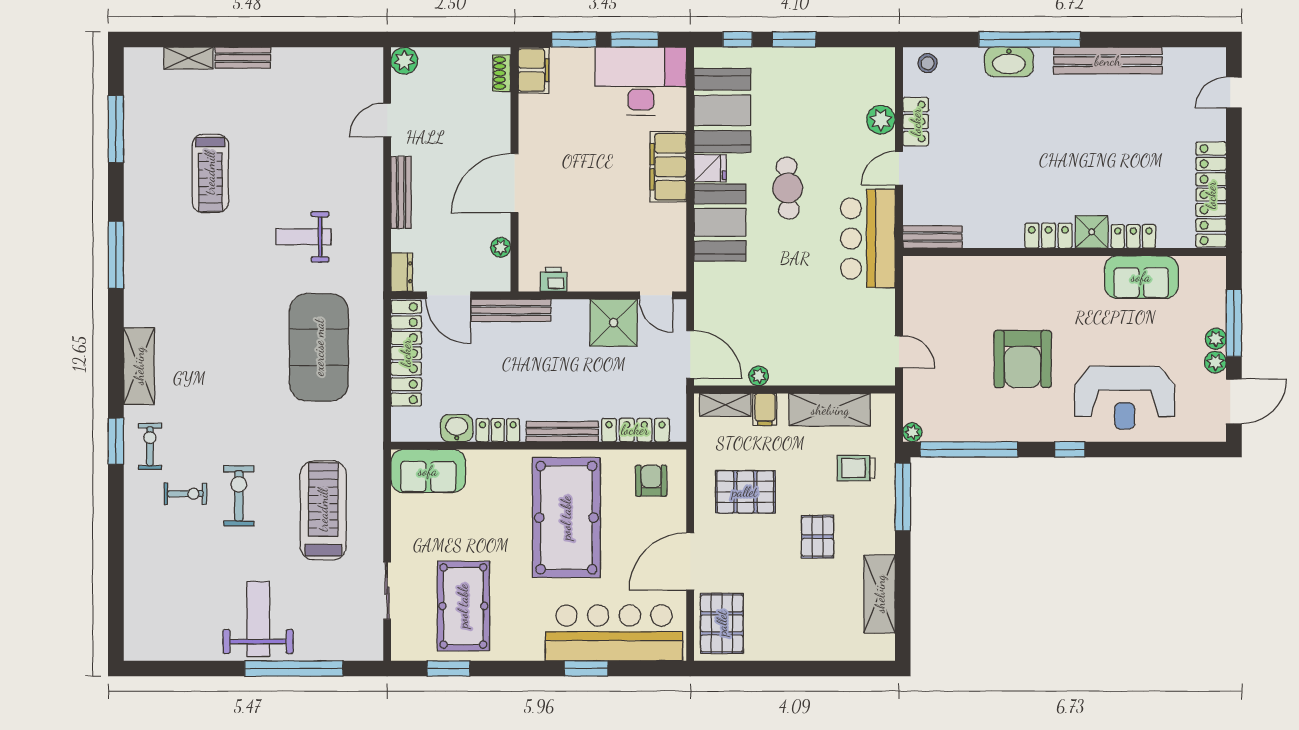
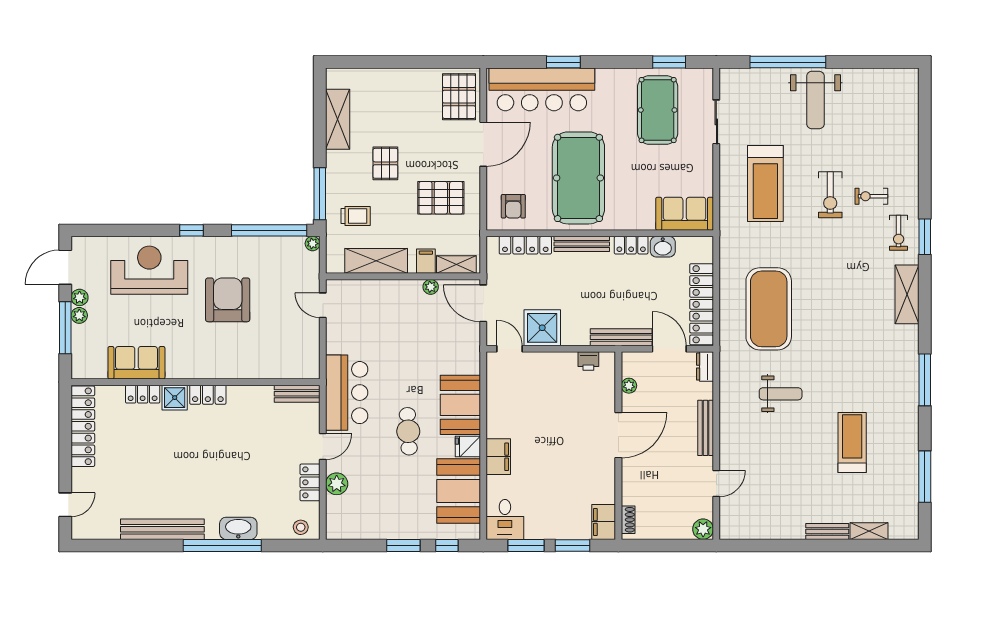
desk: (641, 81) -> (505, 520), width x0.53, depth x0.77
filing cabinet: (668, 167) -> (498, 457), width x0.67, depth x0.86

